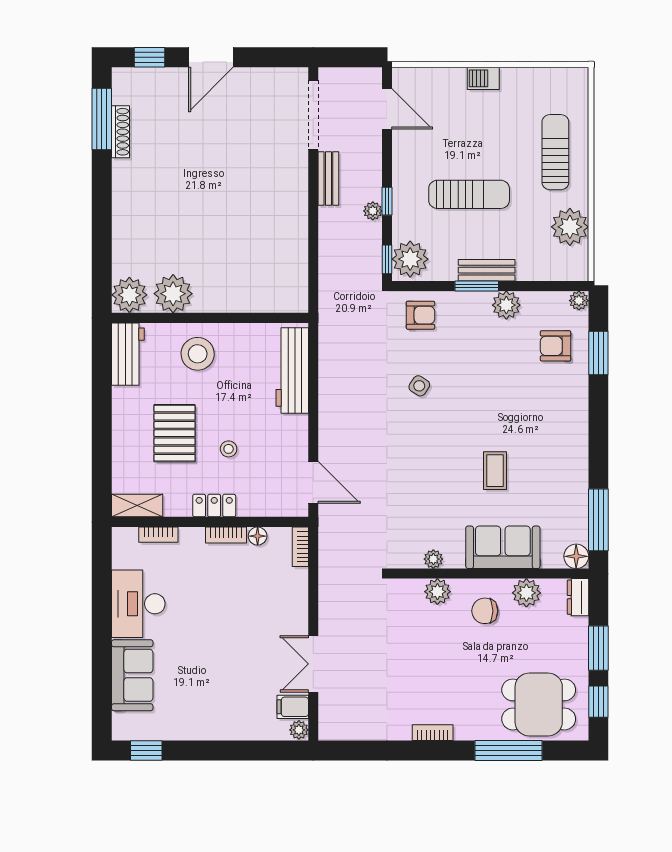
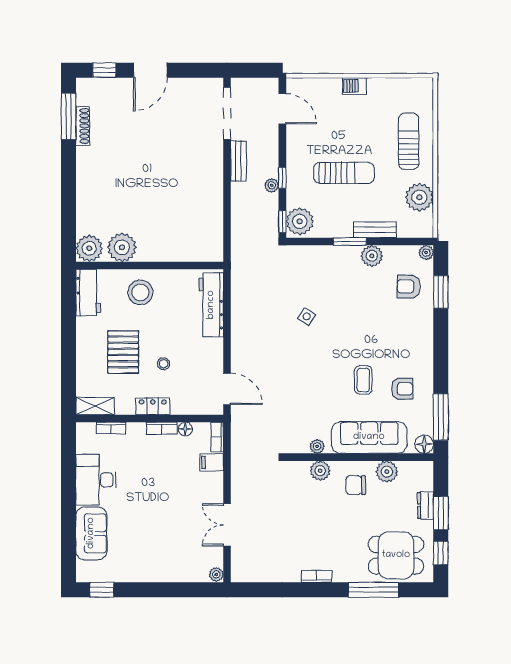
bench: (487, 270) -> (375, 230), moved
armchair: (420, 315) -> (402, 389), moved
sofa: (503, 547) -> (369, 437), width x1.36
dresser: (578, 597) -> (426, 505), moved
filing cabinet: (293, 707) -> (212, 462), moved

